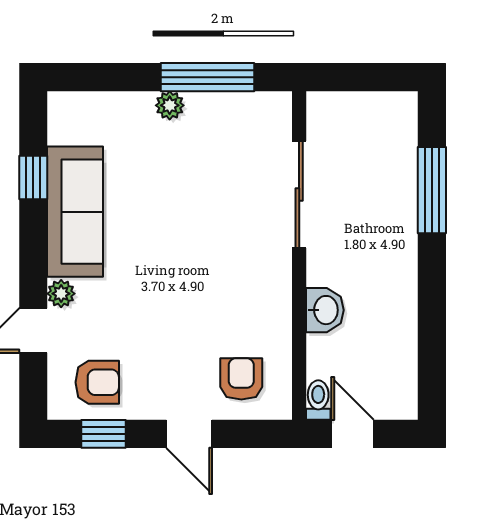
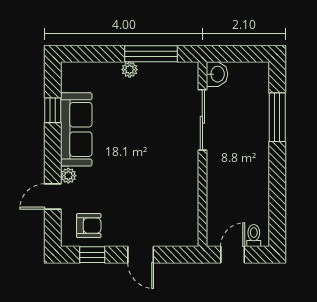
washbasin: (325, 310) -> (217, 74), moved
armchair: (241, 379) -> (170, 224), removed
toilet: (318, 400) -> (254, 236), moved
door: (353, 434) -> (233, 255), hinge flipped

